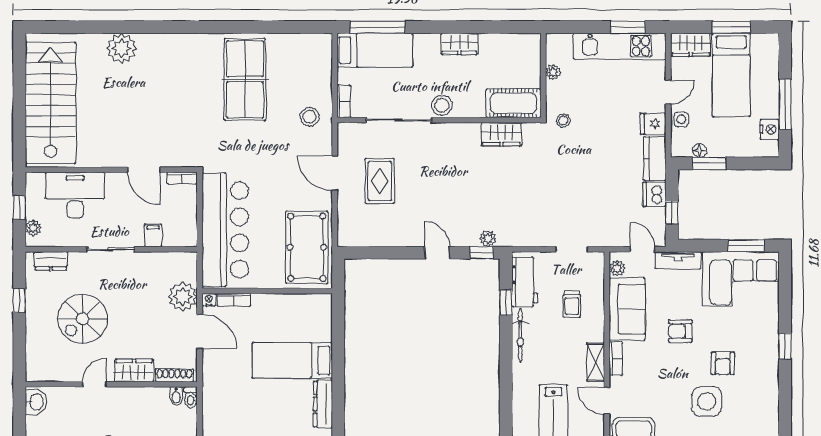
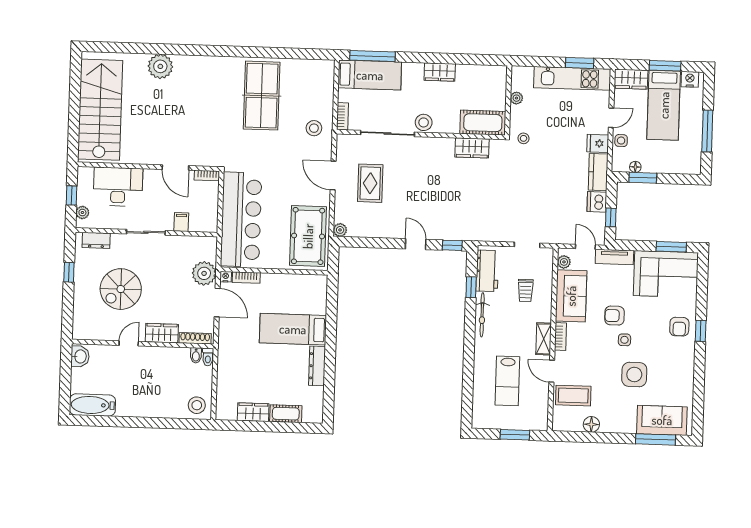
nightstand: (770, 129) -> (690, 79), moved, turned -90
plant: (488, 239) -> (340, 230), moved
side table: (693, 360) -> (624, 340), added
armchair: (723, 363) -> (679, 327), moved

